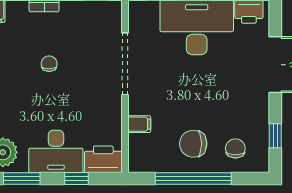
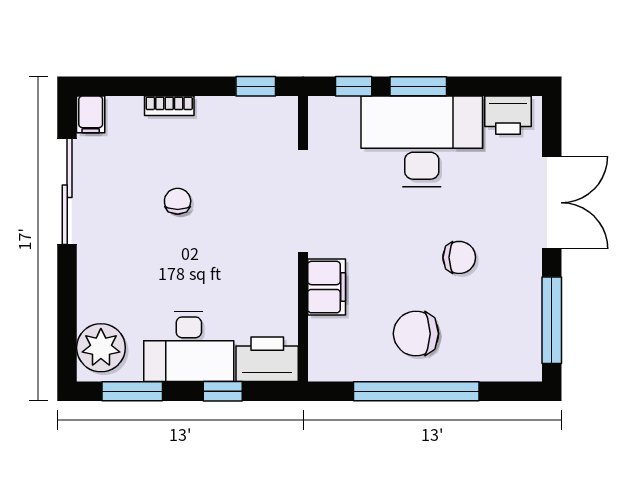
filing cabinet: (139, 124) -> (327, 287), width x2.00
window: (275, 136) -> (552, 320), width x2.17
chair: (235, 148) -> (459, 257), moved, turned 90

